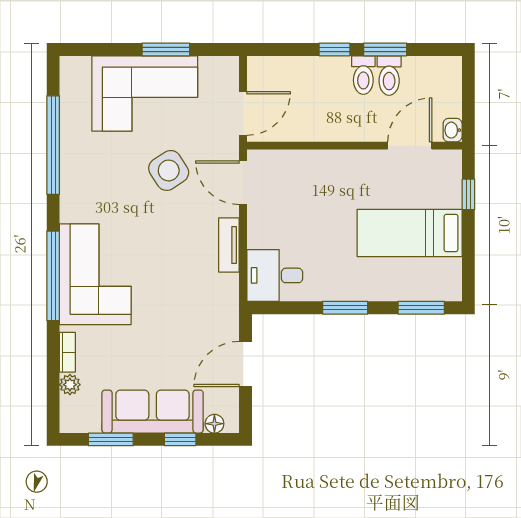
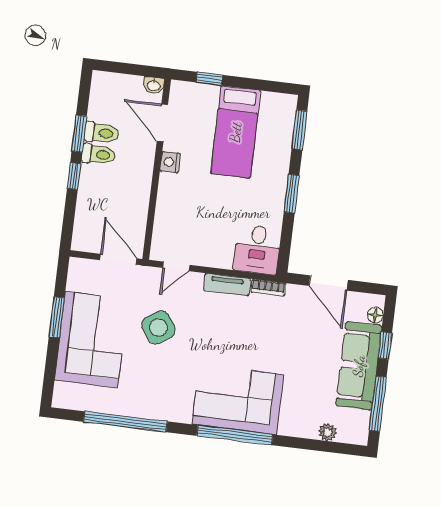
nightstand: (365, 160) -> (170, 162), added
door: (243, 183) -> (176, 266), width x0.73
bookcase: (67, 352) -> (268, 288), moved, turned 180
window: (111, 439) -> (378, 404), width x1.44

